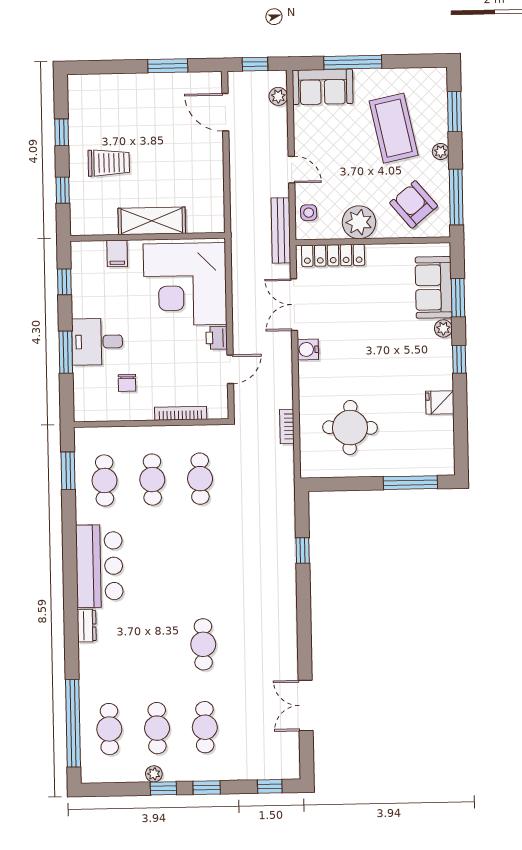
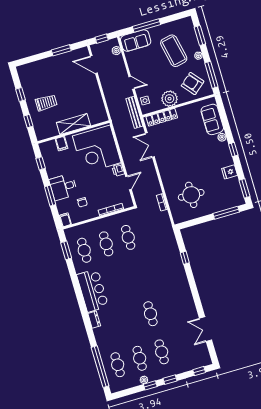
window: (458, 298) -> (245, 188), moved
water cooler: (308, 349) -> (162, 164), removed
filing cabinet: (83, 409) -> (65, 220), added

